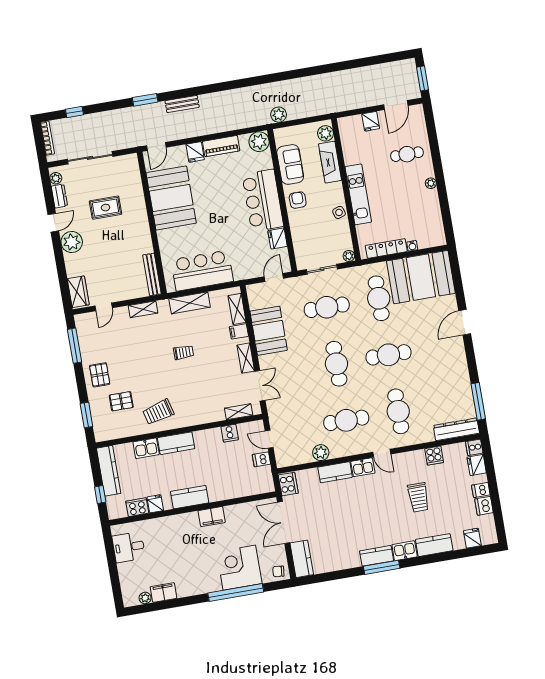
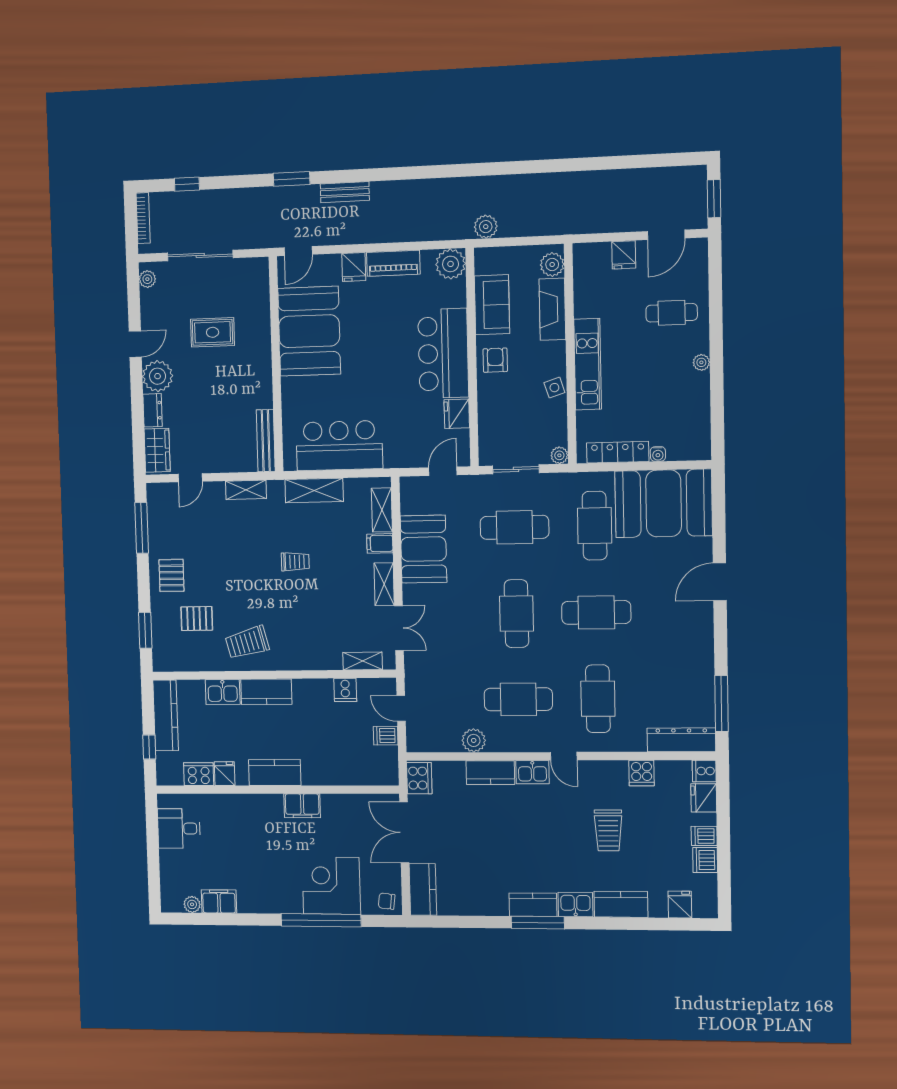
dresser: (59, 196) -> (153, 410), moved

